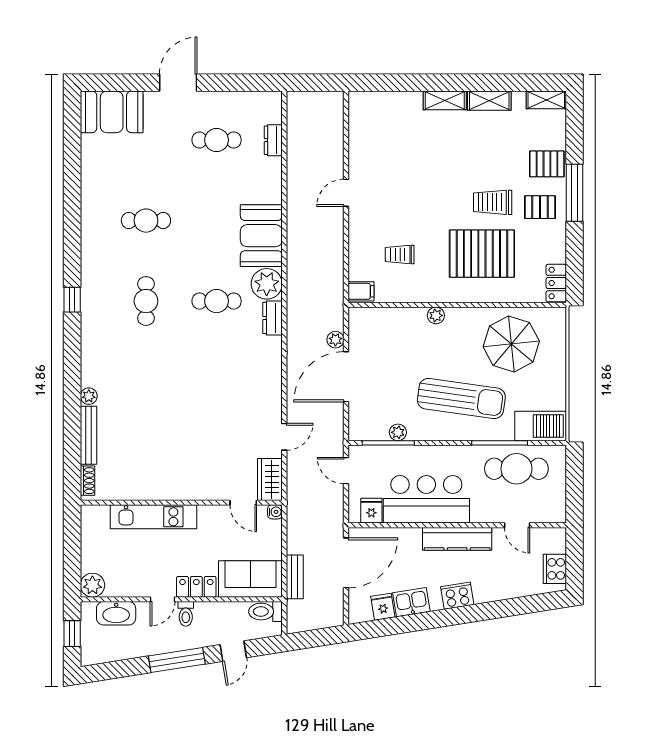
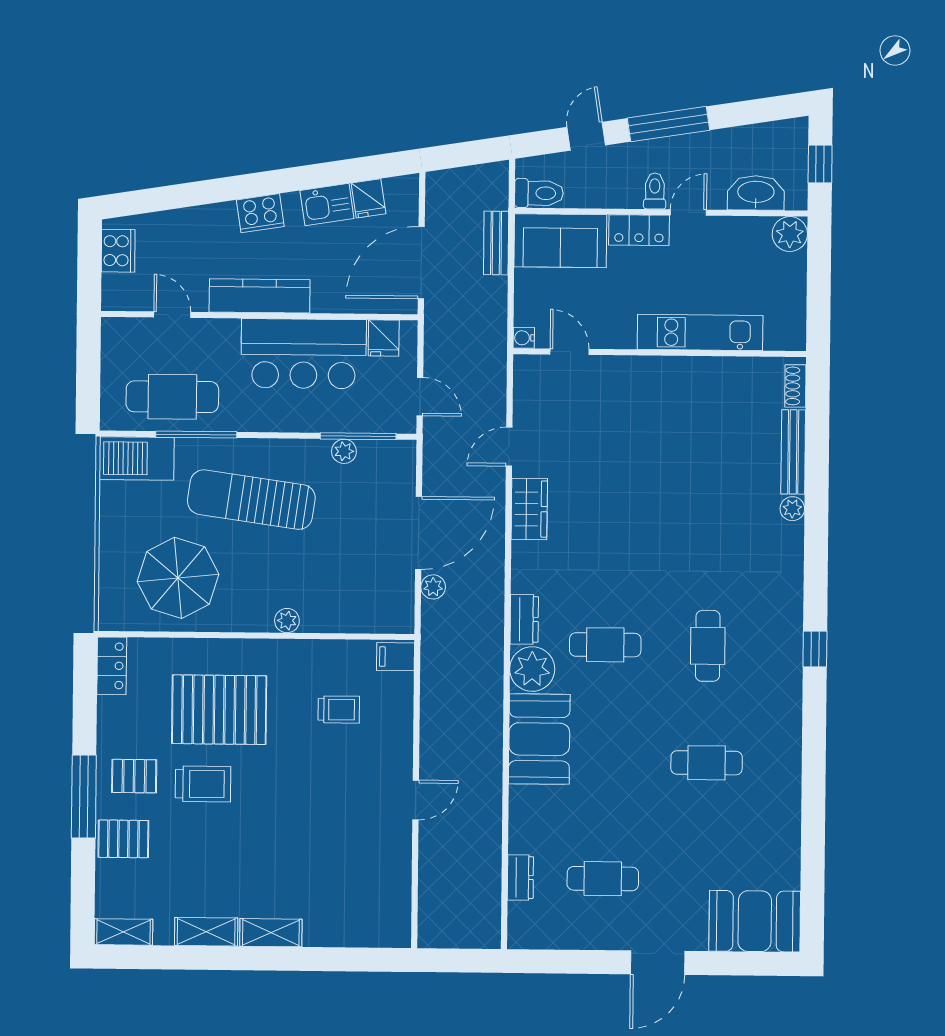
wardrobe: (270, 479) -> (529, 509), moved

